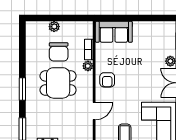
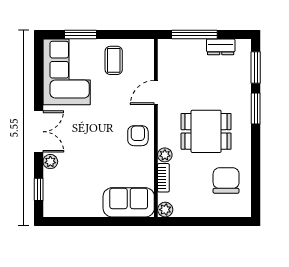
plant: (54, 27) -> (165, 210), moved
chair: (59, 52) -> (226, 180), moved
window: (22, 89) -> (256, 109), moved

